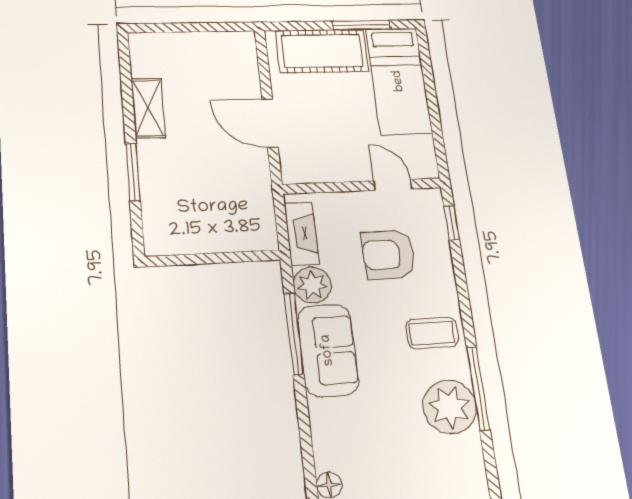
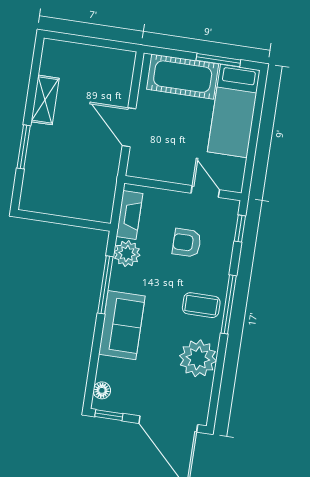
armchair: (388, 255) -> (187, 243), width x0.72, depth x0.72
sofa: (328, 350) -> (122, 325), moved
window: (478, 388) -> (229, 304), moved

